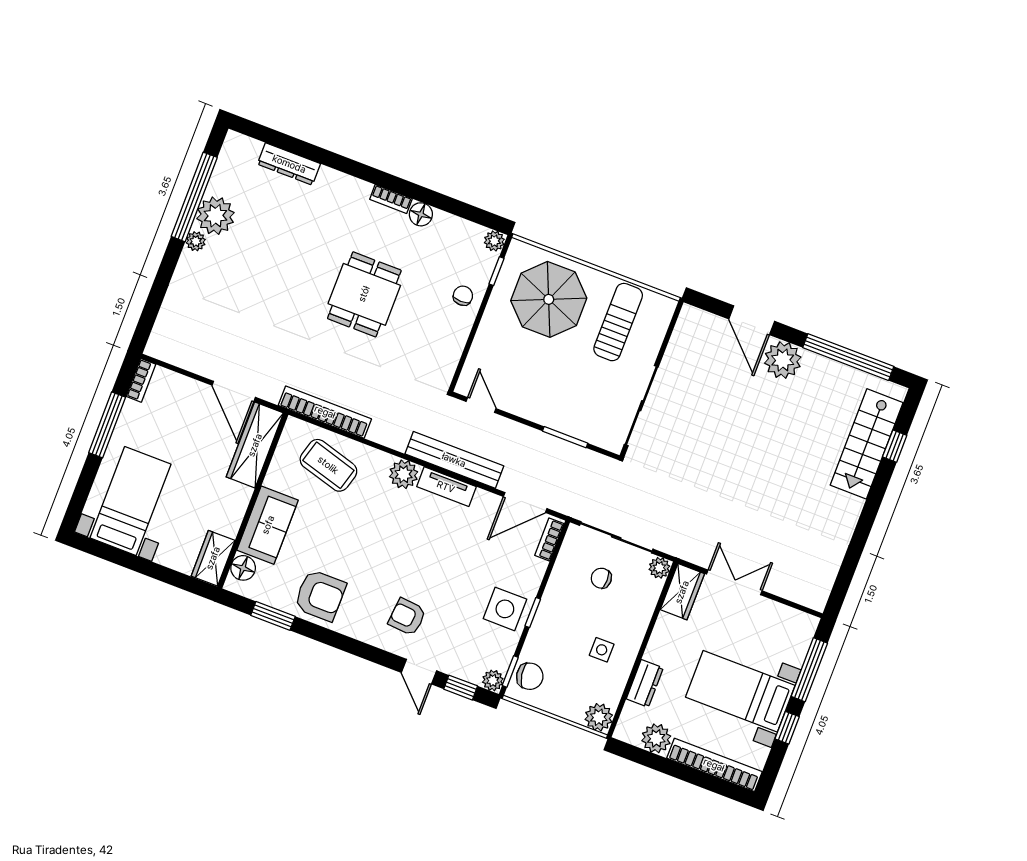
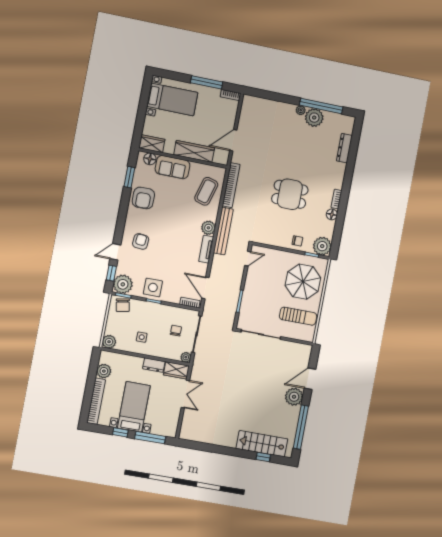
plant: (494, 241) -> (322, 246), width x1.88, depth x1.88
wardrobe: (255, 445) -> (194, 151), moved
bench: (454, 460) -> (223, 231), moved
plant: (493, 680) -> (123, 284), width x1.88, depth x1.88
dresser: (645, 683) -> (154, 365), moved

